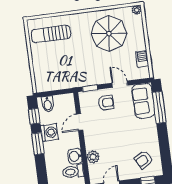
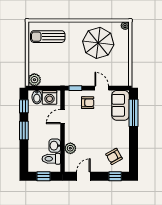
barbecue: (142, 59) -> (124, 69), removed
plant: (42, 85) -> (34, 80), added
washing machine: (49, 132) -> (50, 97), moved, turned 90

